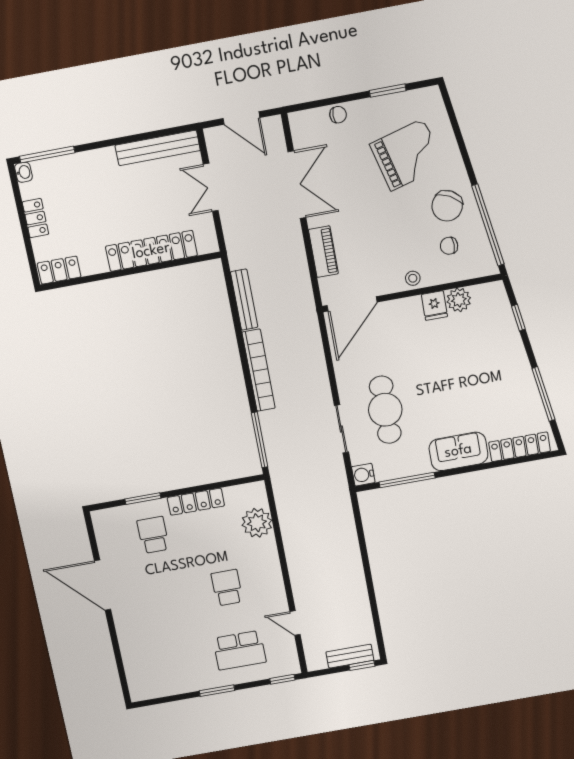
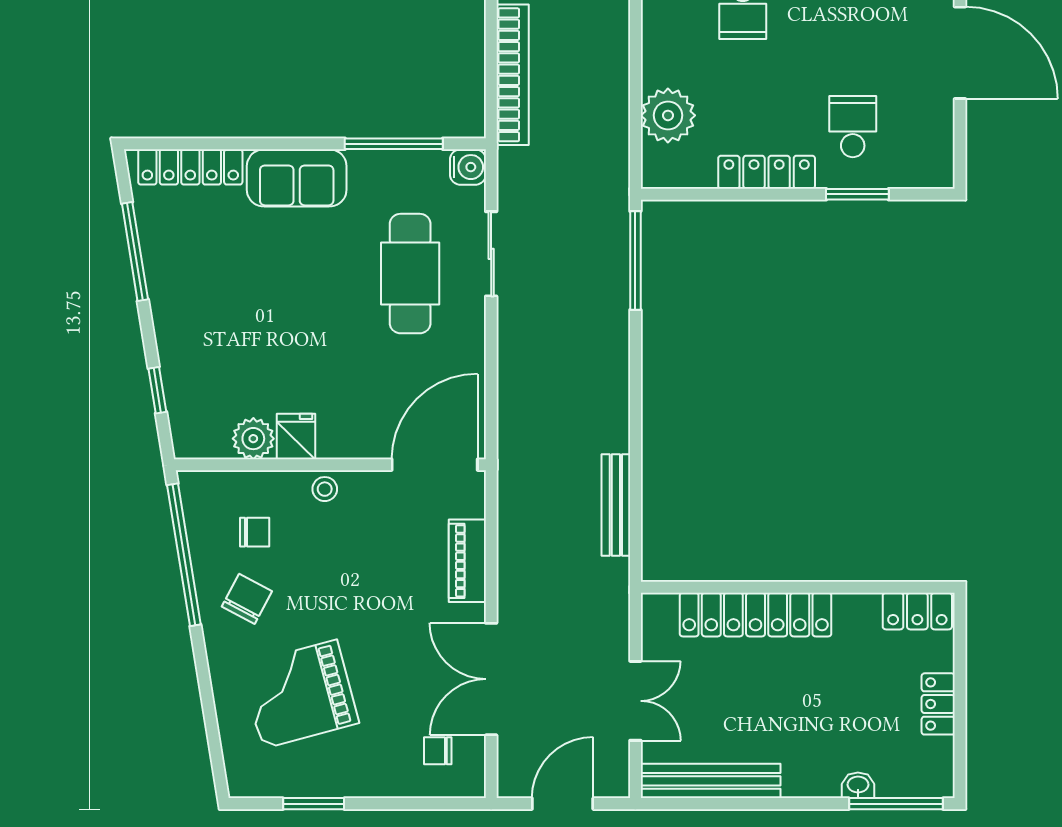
chair: (338, 115) -> (438, 751), moved
door: (241, 118) -> (563, 804), hinge flipped
washbasin: (23, 172) -> (858, 785), moved, turned 90
chair: (447, 206) -> (247, 599), width x0.73, depth x0.73
bookcase: (259, 370) -> (513, 75), moved, turned 180
school desk: (153, 535) -> (853, 127), turned 180

